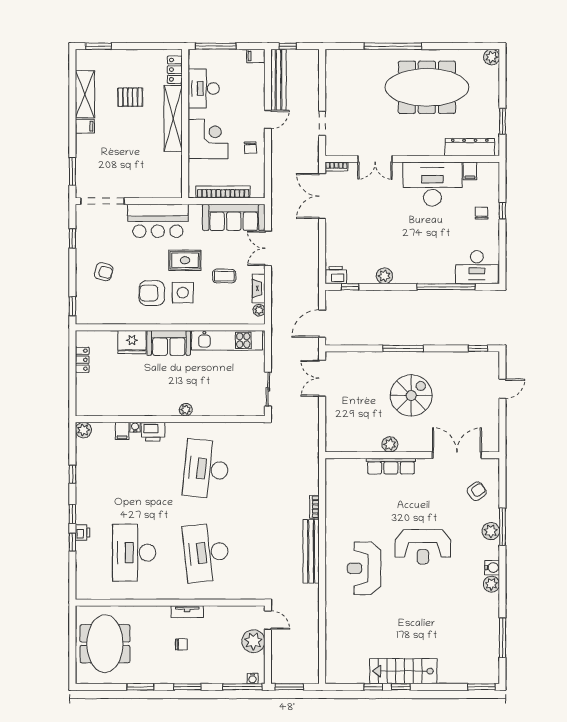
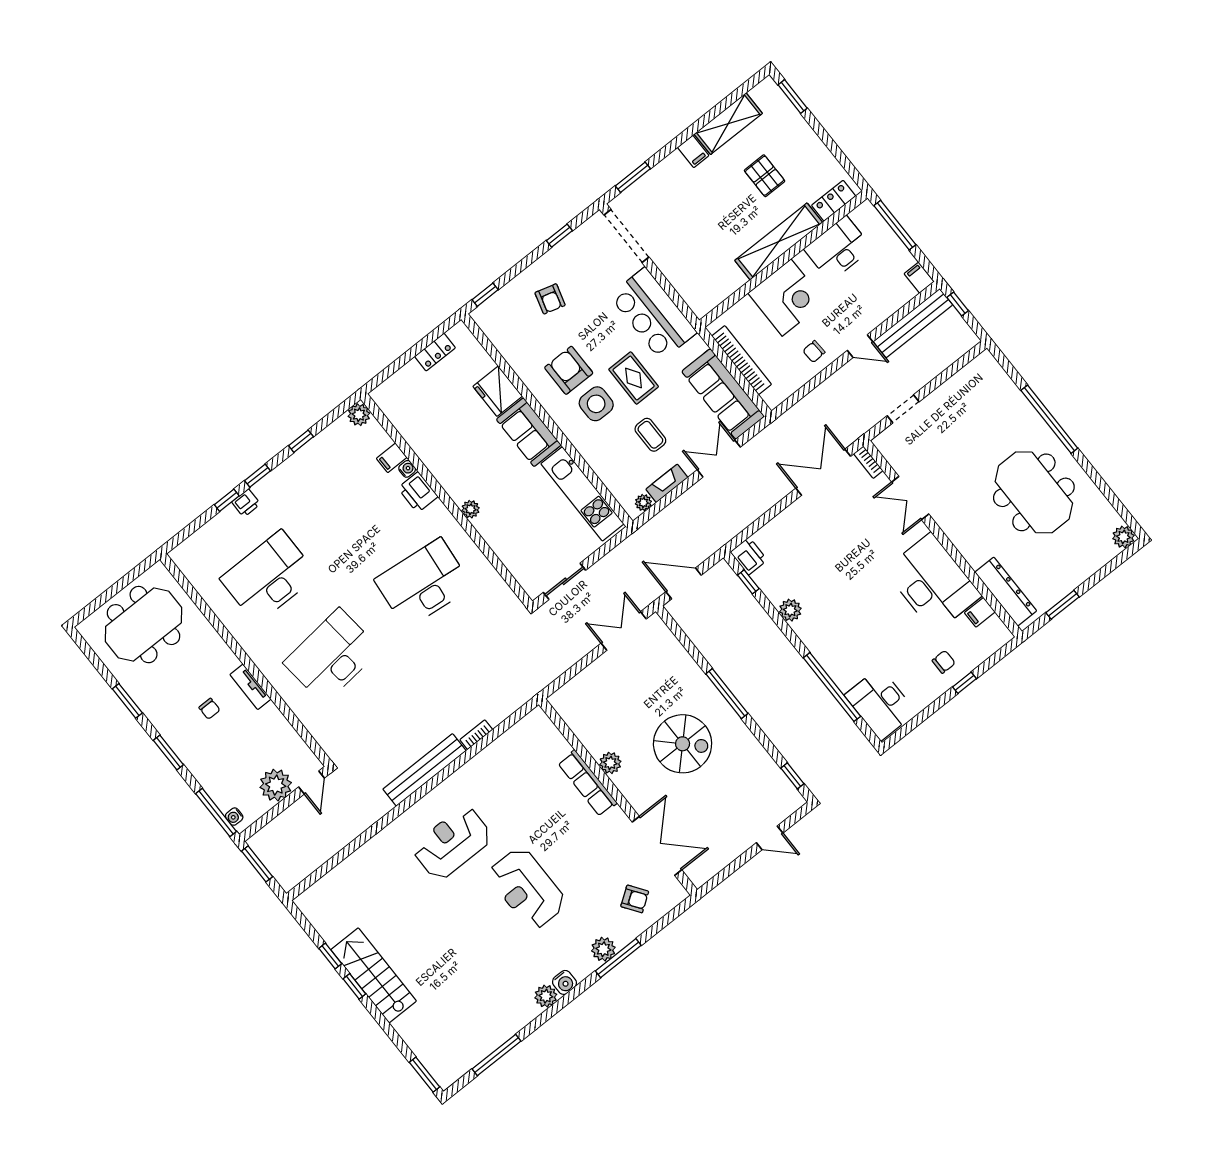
meeting table: (427, 87) -> (1034, 492), width x0.73

